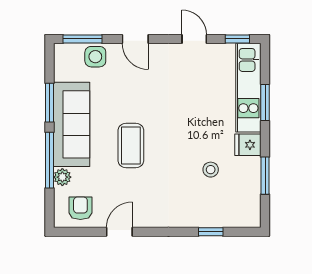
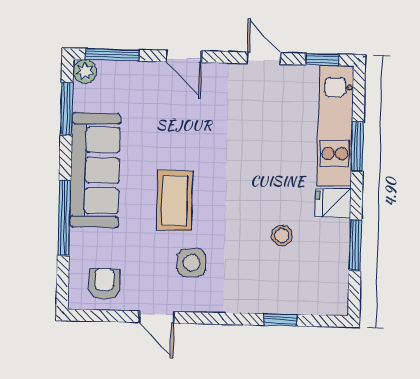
side table: (95, 57) -> (191, 263), moved
window: (50, 103) -> (67, 109), moved
plant: (62, 177) -> (85, 71), moved
door: (119, 232) -> (157, 317), swing flipped

